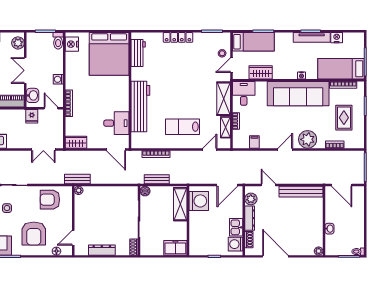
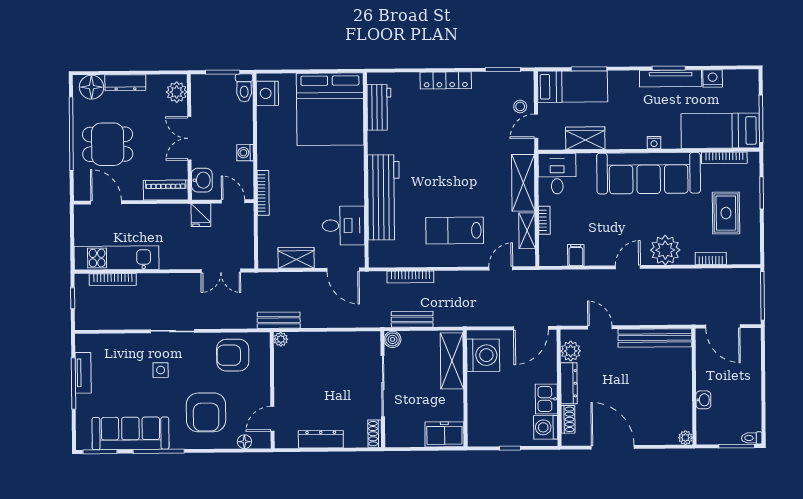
wardrobe: (76, 142) -> (296, 258), moved

